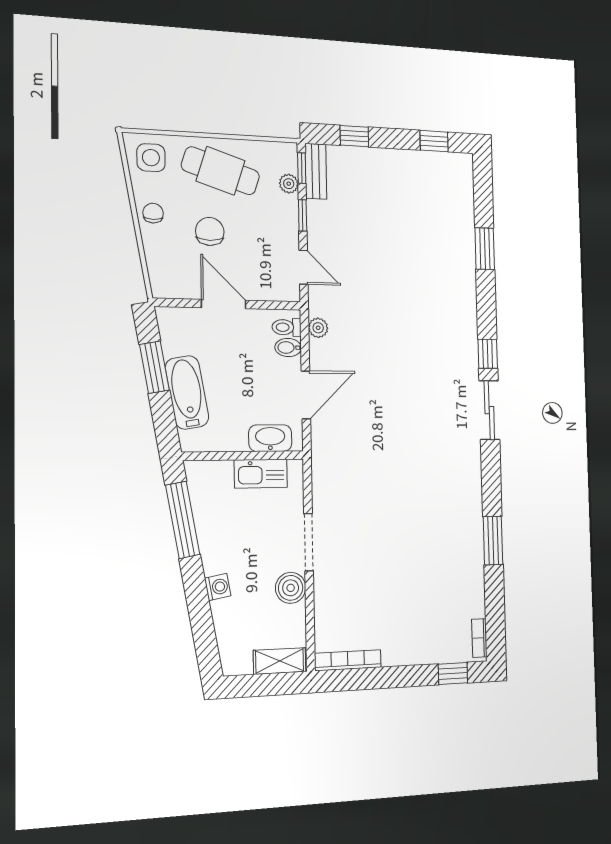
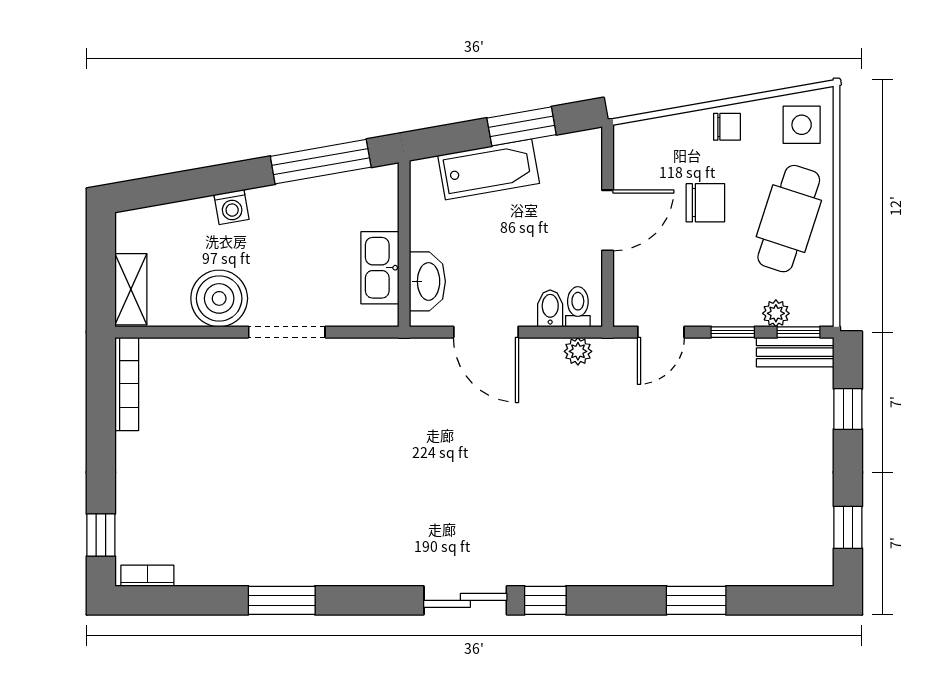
boiler: (291, 588) -> (219, 298), width x1.37, depth x1.37

